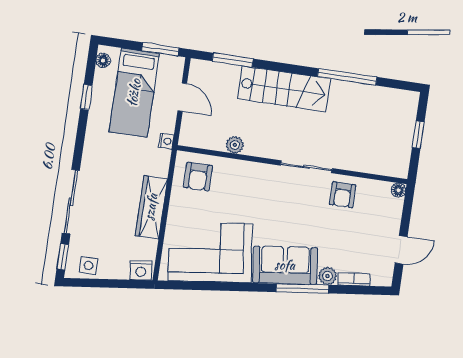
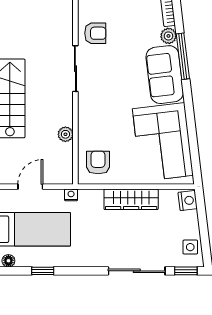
armchair: (198, 177) -> (98, 162), turned -90

